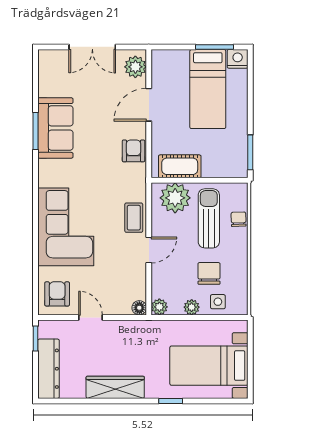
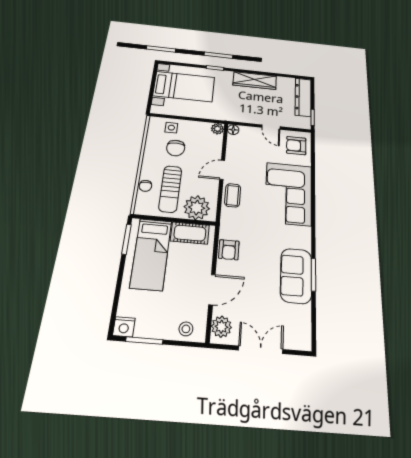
stool: (173, 62) -> (186, 329), added
bed: (208, 89) -> (151, 254), moved, turned 180
armchair: (57, 294) -> (296, 146), turned 90
plant: (192, 307) -> (192, 126), removed

